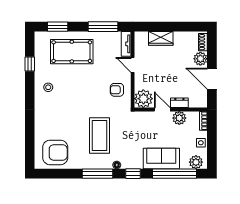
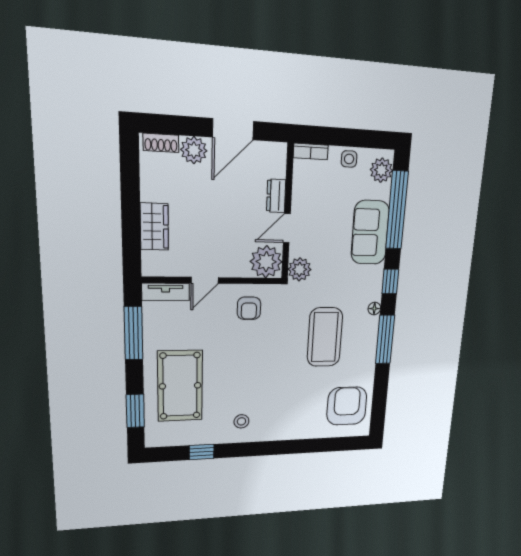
plant: (179, 118) -> (300, 269), moved
coffee table: (99, 135) -> (325, 337), turned 90

